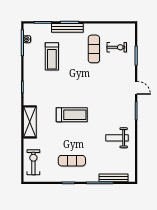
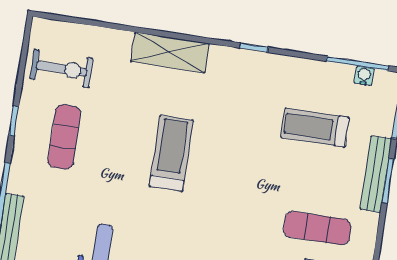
treadmill: (72, 115) -> (171, 153), turned 180
exercise bike: (33, 162) -> (62, 69), moved

